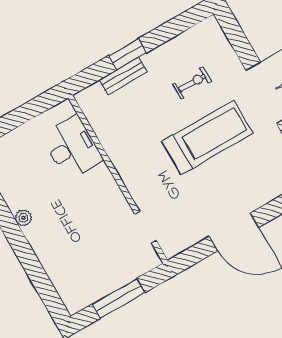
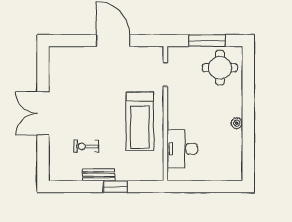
bench: (123, 76) -> (99, 175), moved
treadmill: (207, 137) -> (140, 121), moved, turned -90
round table: (83, 274) -> (220, 68), added

